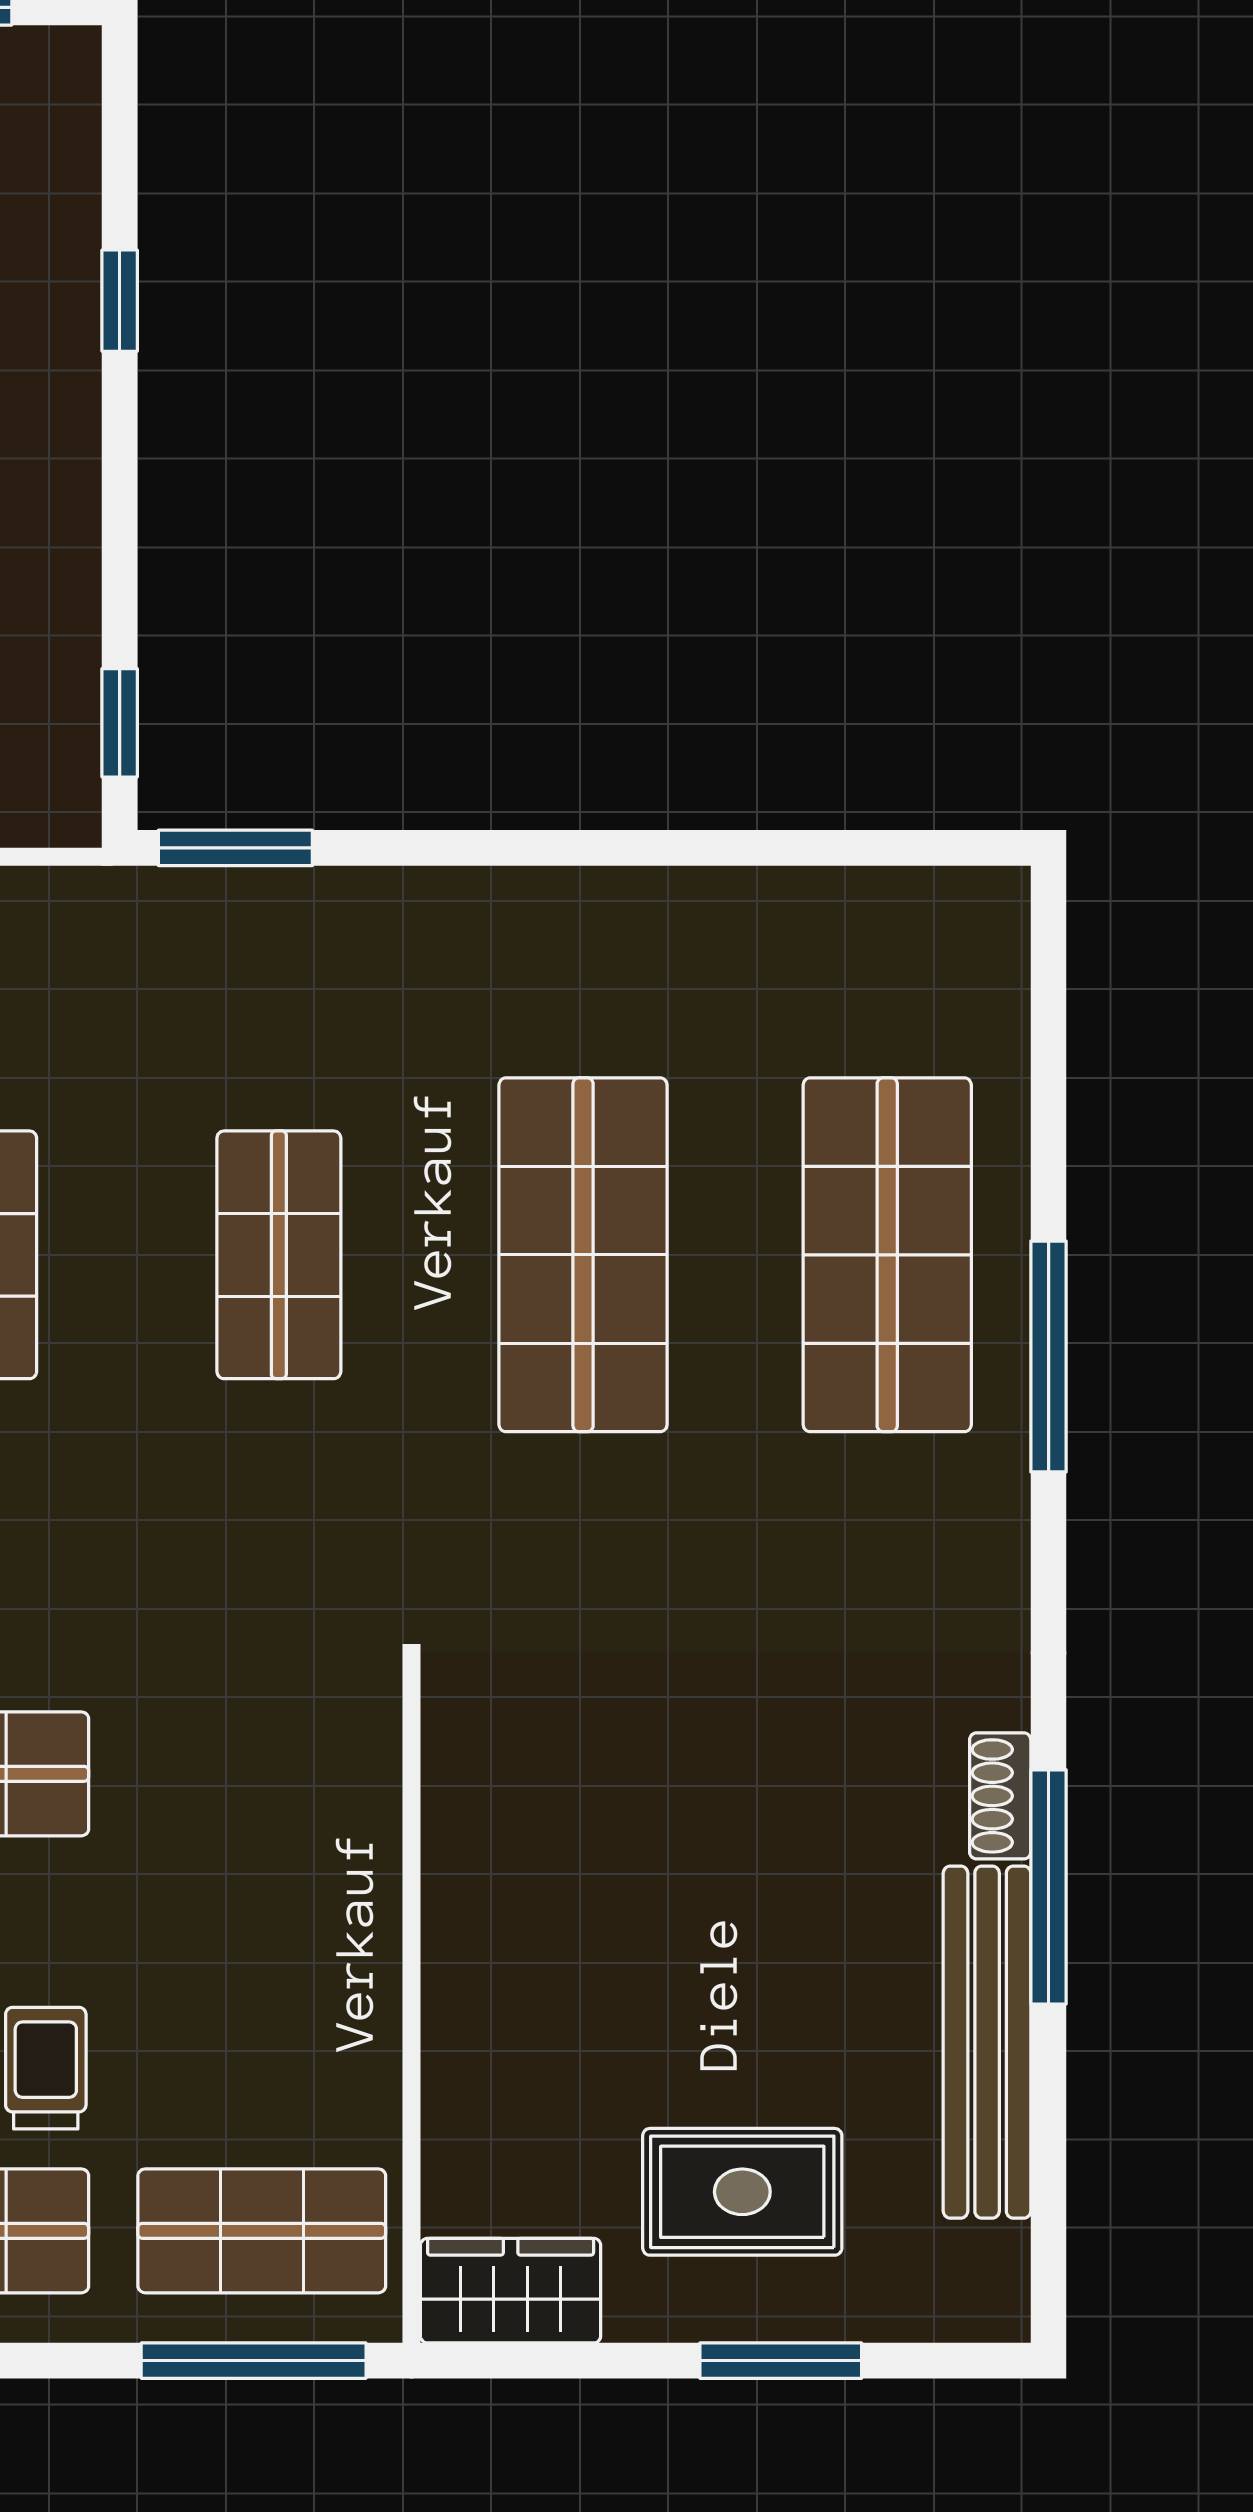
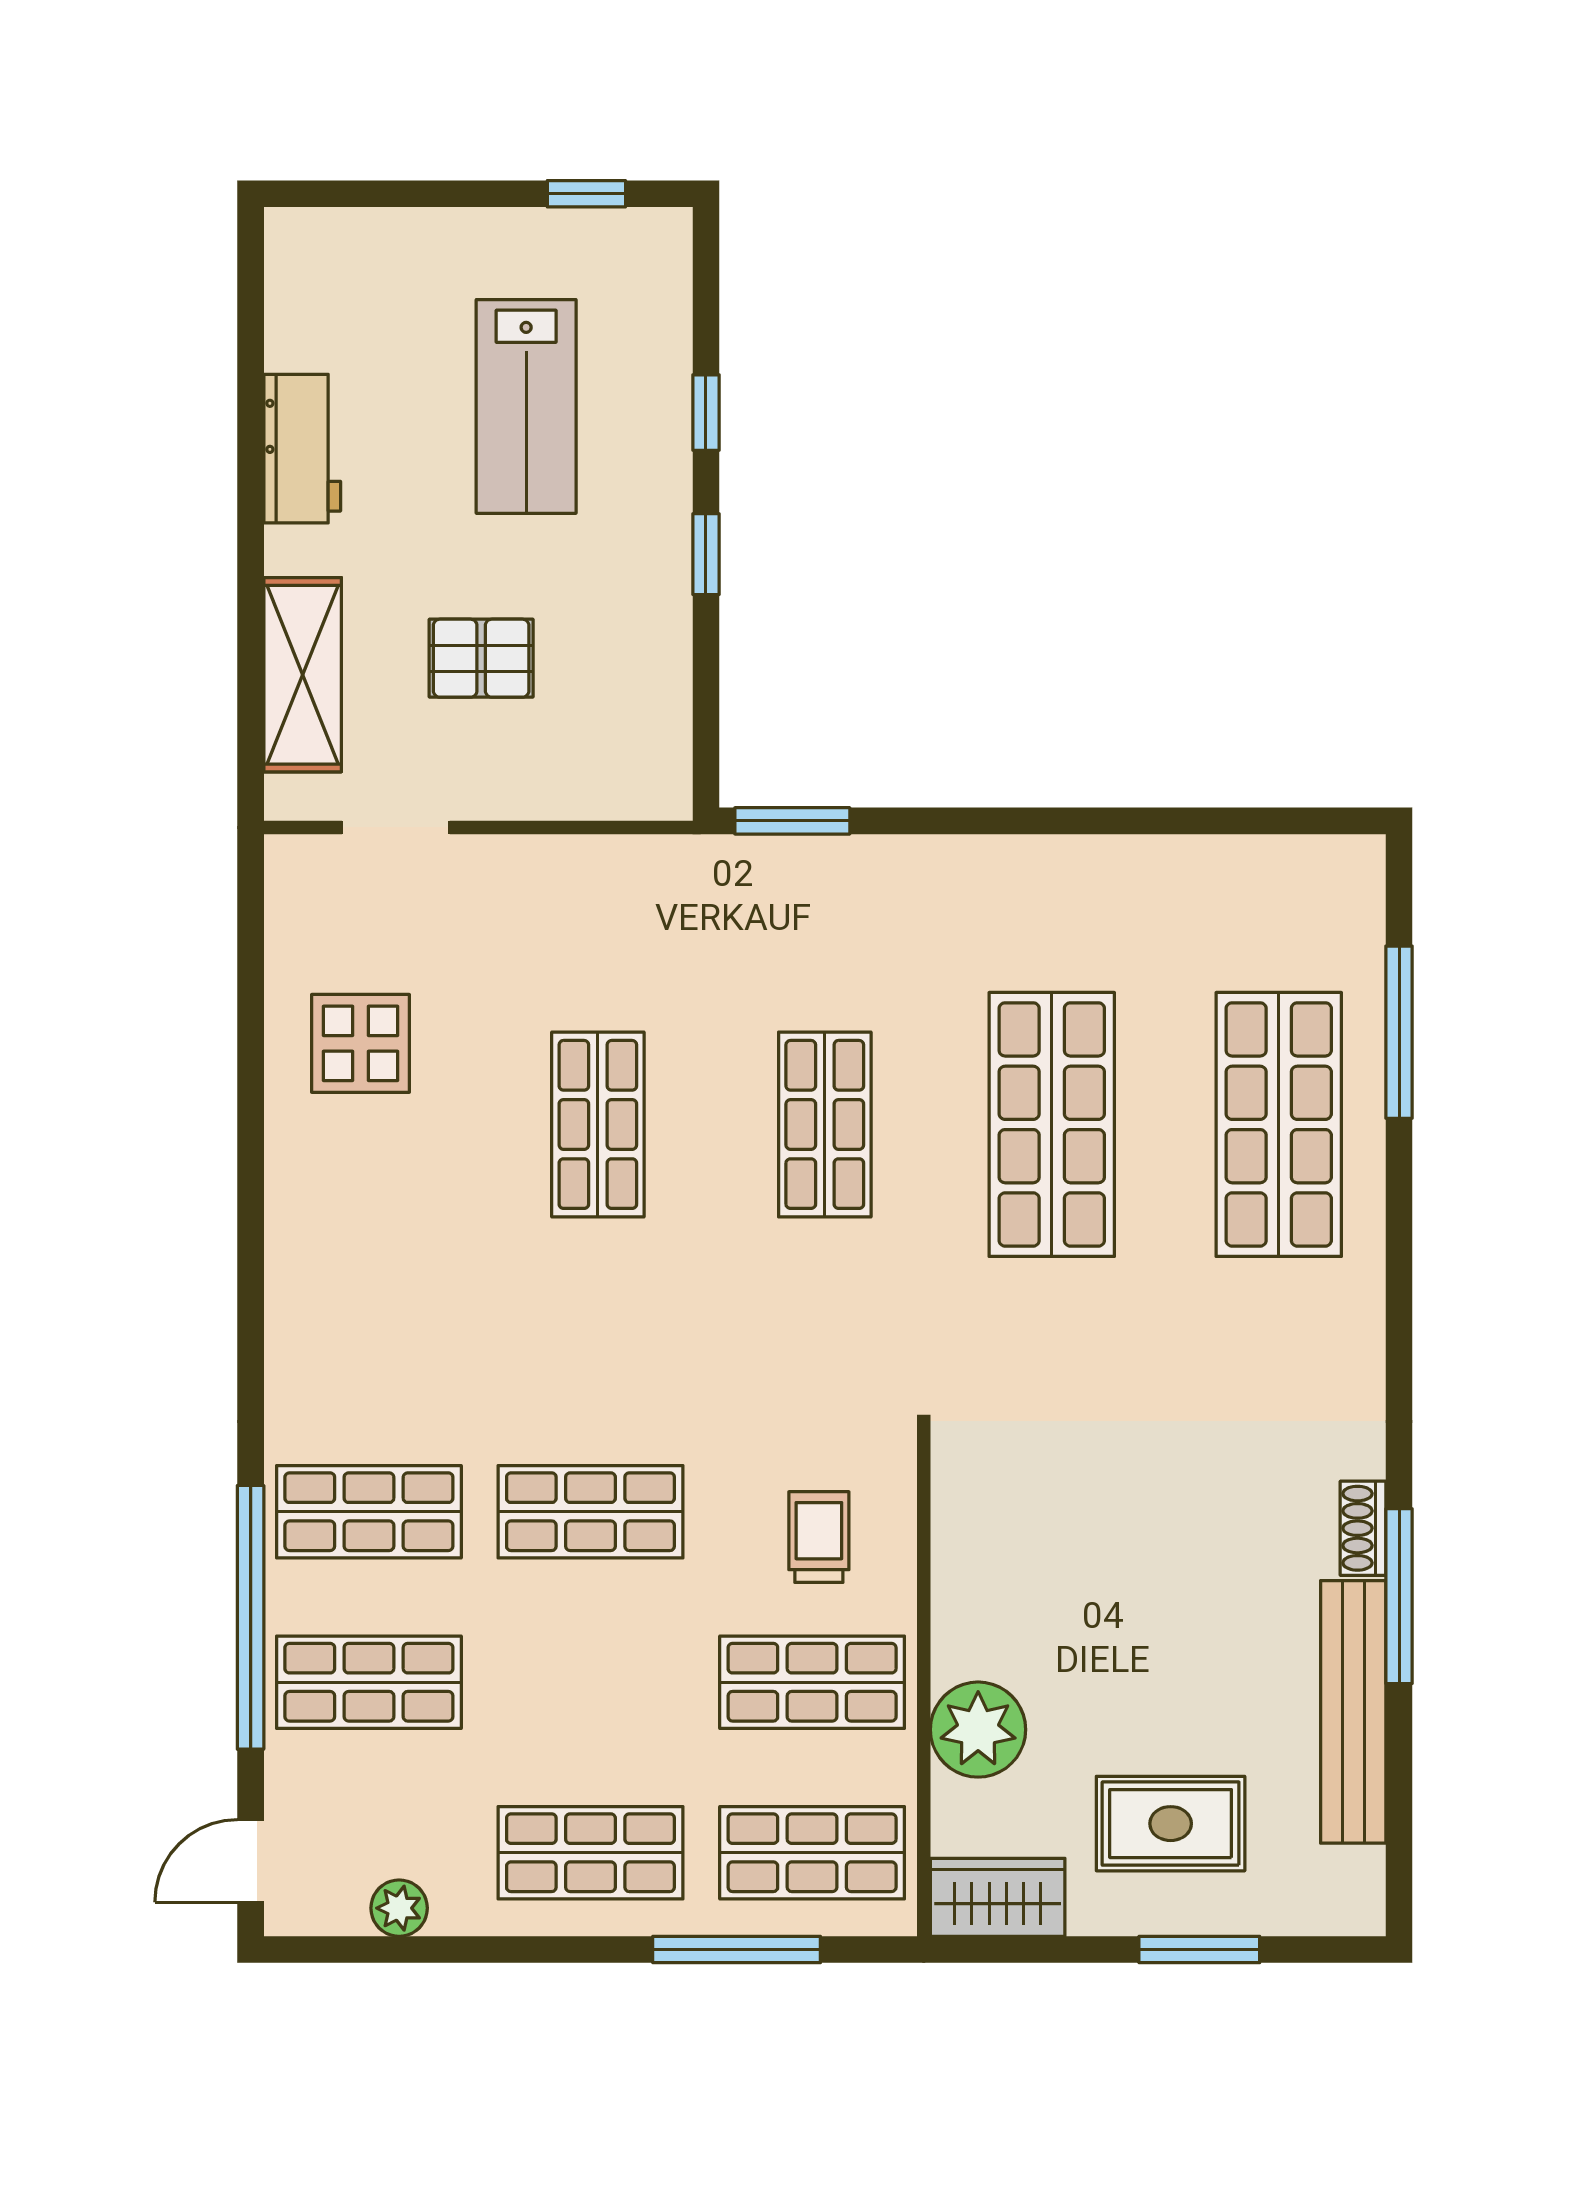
window: (120, 723) -> (706, 554), moved
window: (1049, 1357) -> (1399, 1032), moved
shop shelf: (262, 2002) -> (812, 1682), added
plant: (484, 2066) -> (978, 1730), added
trolley: (46, 2068) -> (819, 1537), moved
window: (254, 2361) -> (737, 1950), moved

